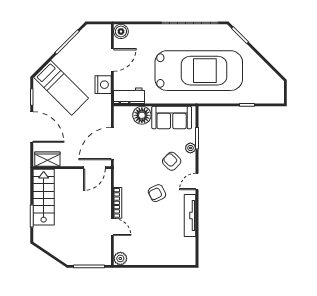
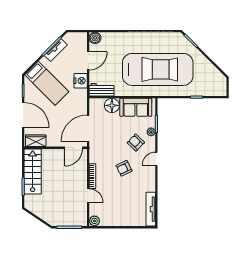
tv unit: (72, 47) -> (56, 50), added
tv unit: (190, 215) -> (151, 209), moved

